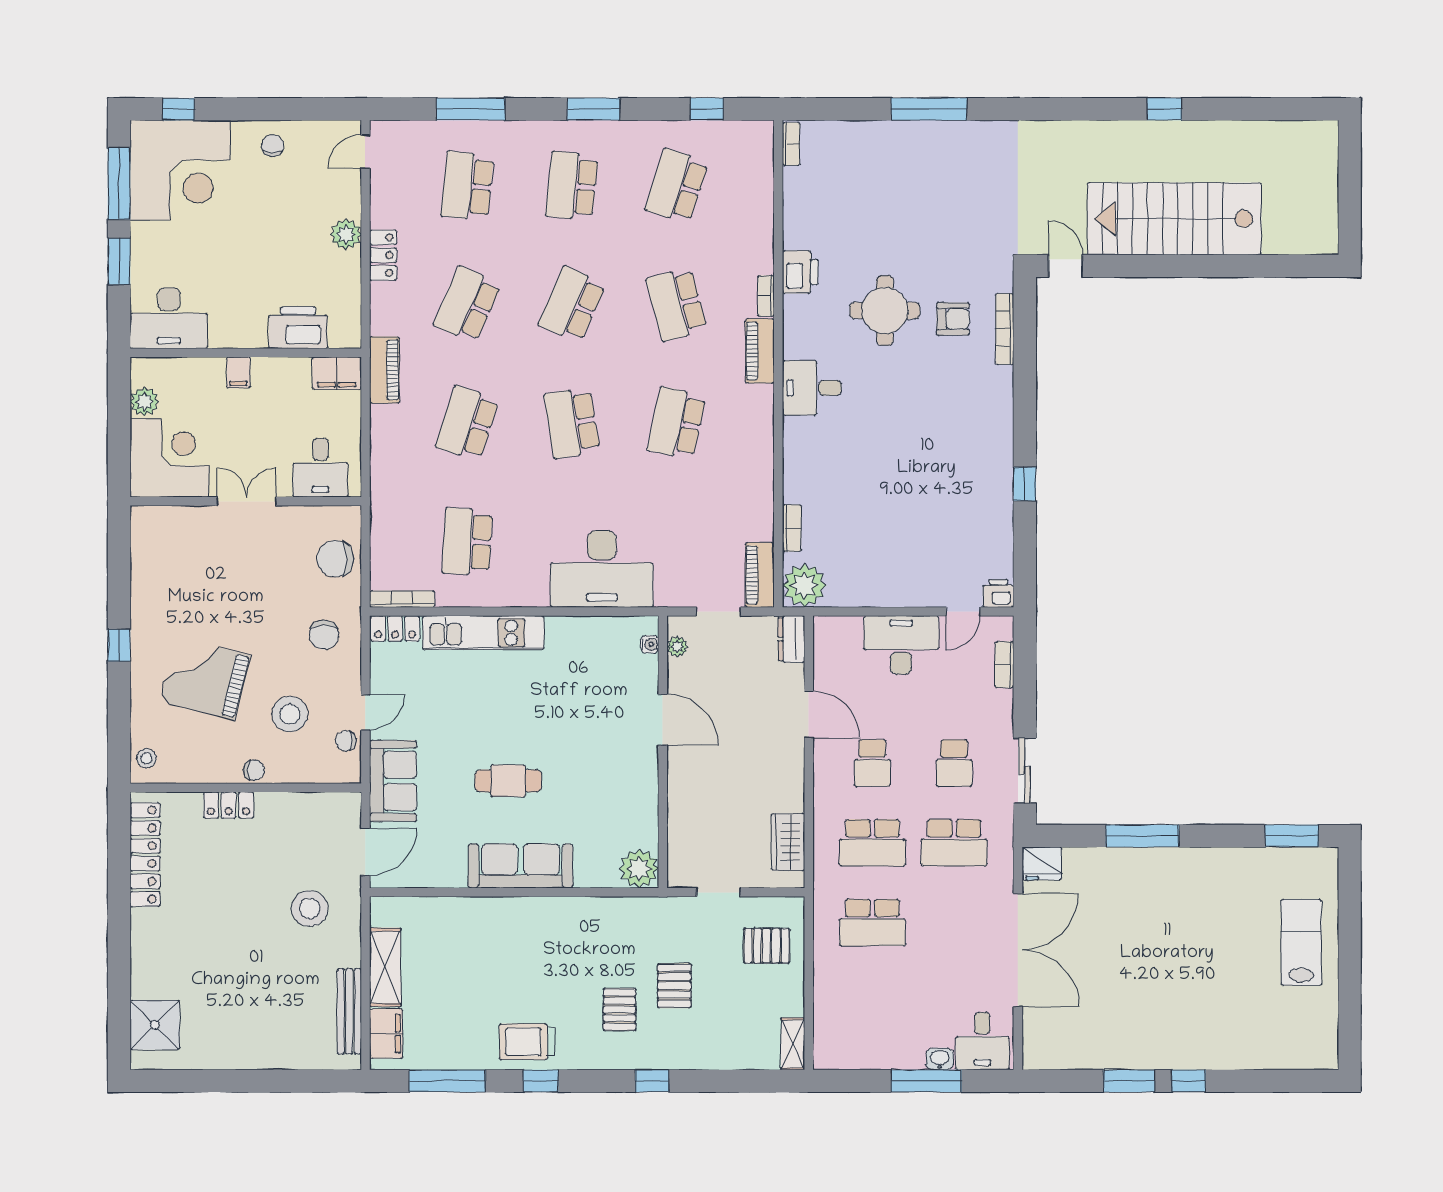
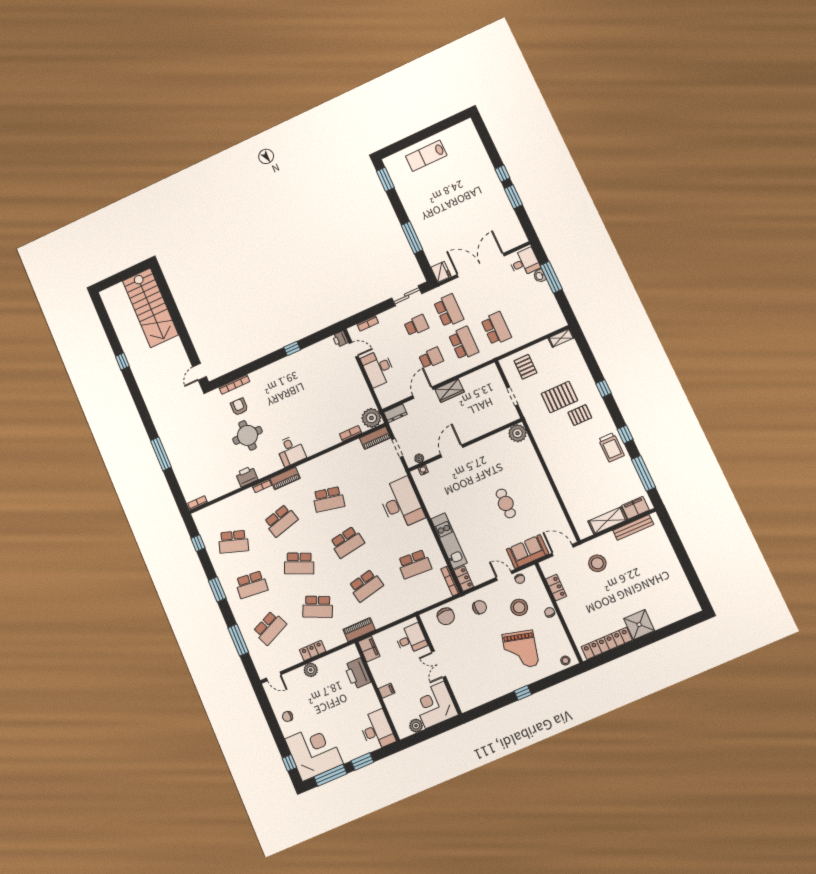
school desk: (467, 186) -> (270, 628), turned -30
stairs: (1174, 219) -> (150, 308), moved
school desk: (467, 423) -> (366, 586), turned -30
locker: (229, 805) -> (556, 588), moved
wardrobe: (788, 842) -> (450, 391), moved
sofa: (520, 866) -> (539, 483), removed
pallet: (674, 986) -> (559, 397), width x1.50, depth x1.42
shower: (155, 1025) -> (639, 625), moved

